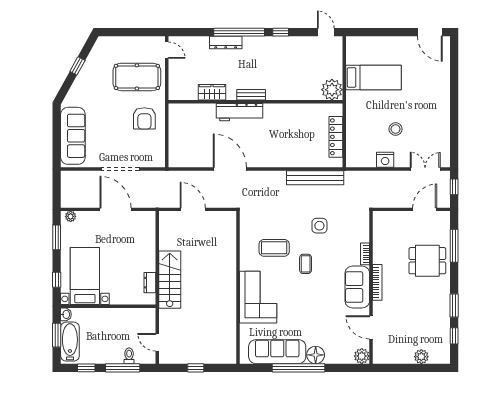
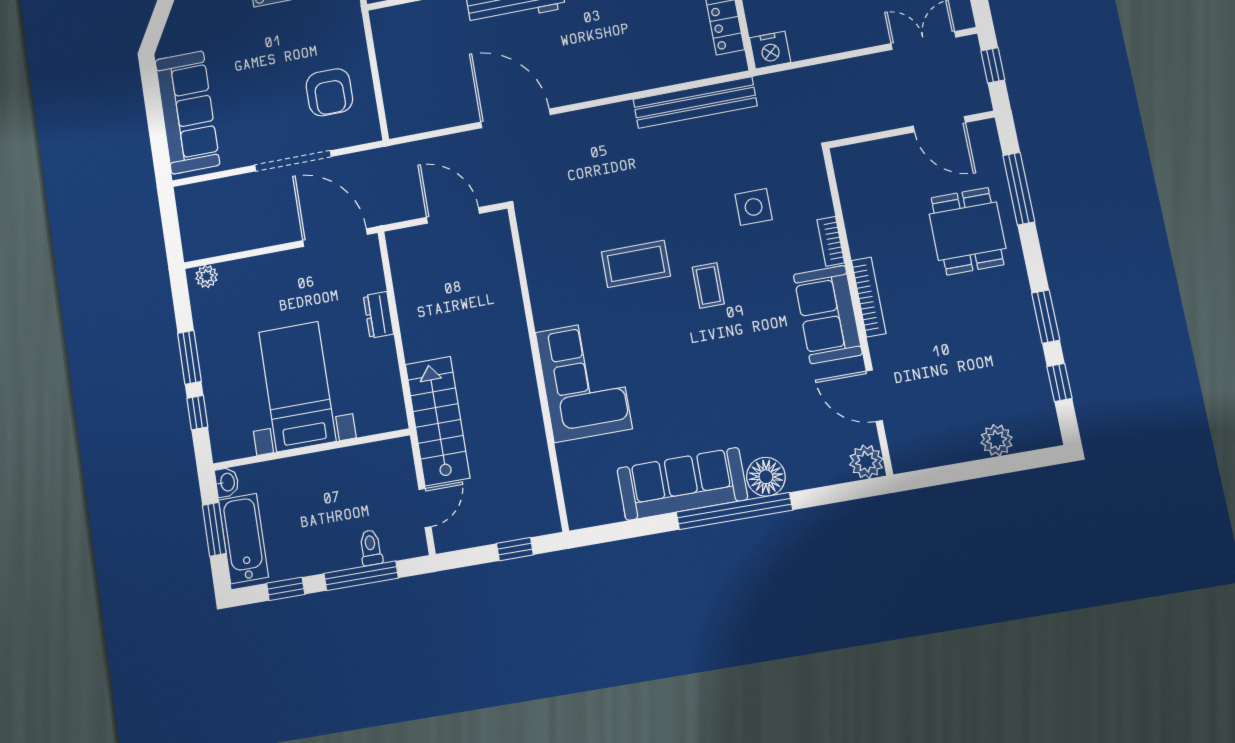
armchair: (144, 118) -> (329, 92), moved
nightstand: (385, 160) -> (770, 50), moved
door: (115, 209) -> (335, 238), moved
door: (425, 209) -> (939, 124), swing flipped
side table: (319, 226) -> (754, 207), moved
window: (57, 237) -> (189, 357), moved
dining table: (427, 261) -> (967, 231), turned 90
bed with nightstands: (85, 276) -> (297, 386), moved
stairs: (170, 280) -> (438, 421), moved
dresser: (150, 283) -> (378, 315), moved
wall: (238, 287) -> (538, 368), moved
corner sofa: (258, 297) -> (584, 381), moved
door: (157, 342) -> (425, 508), swing flipped

